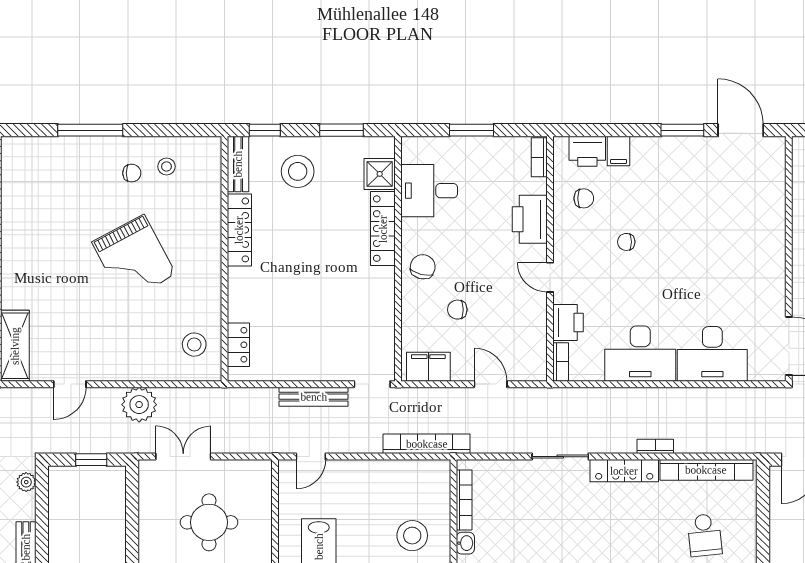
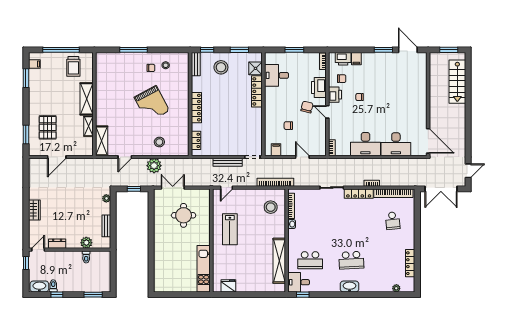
locker: (239, 230) -> (196, 108), moved
chair: (423, 267) -> (307, 107), moved
printer: (568, 323) -> (335, 95), moved
stool: (194, 345) -> (159, 142), moved
filing cabinet: (428, 367) -> (276, 150), width x0.50
stool: (412, 536) -> (271, 207), moved

